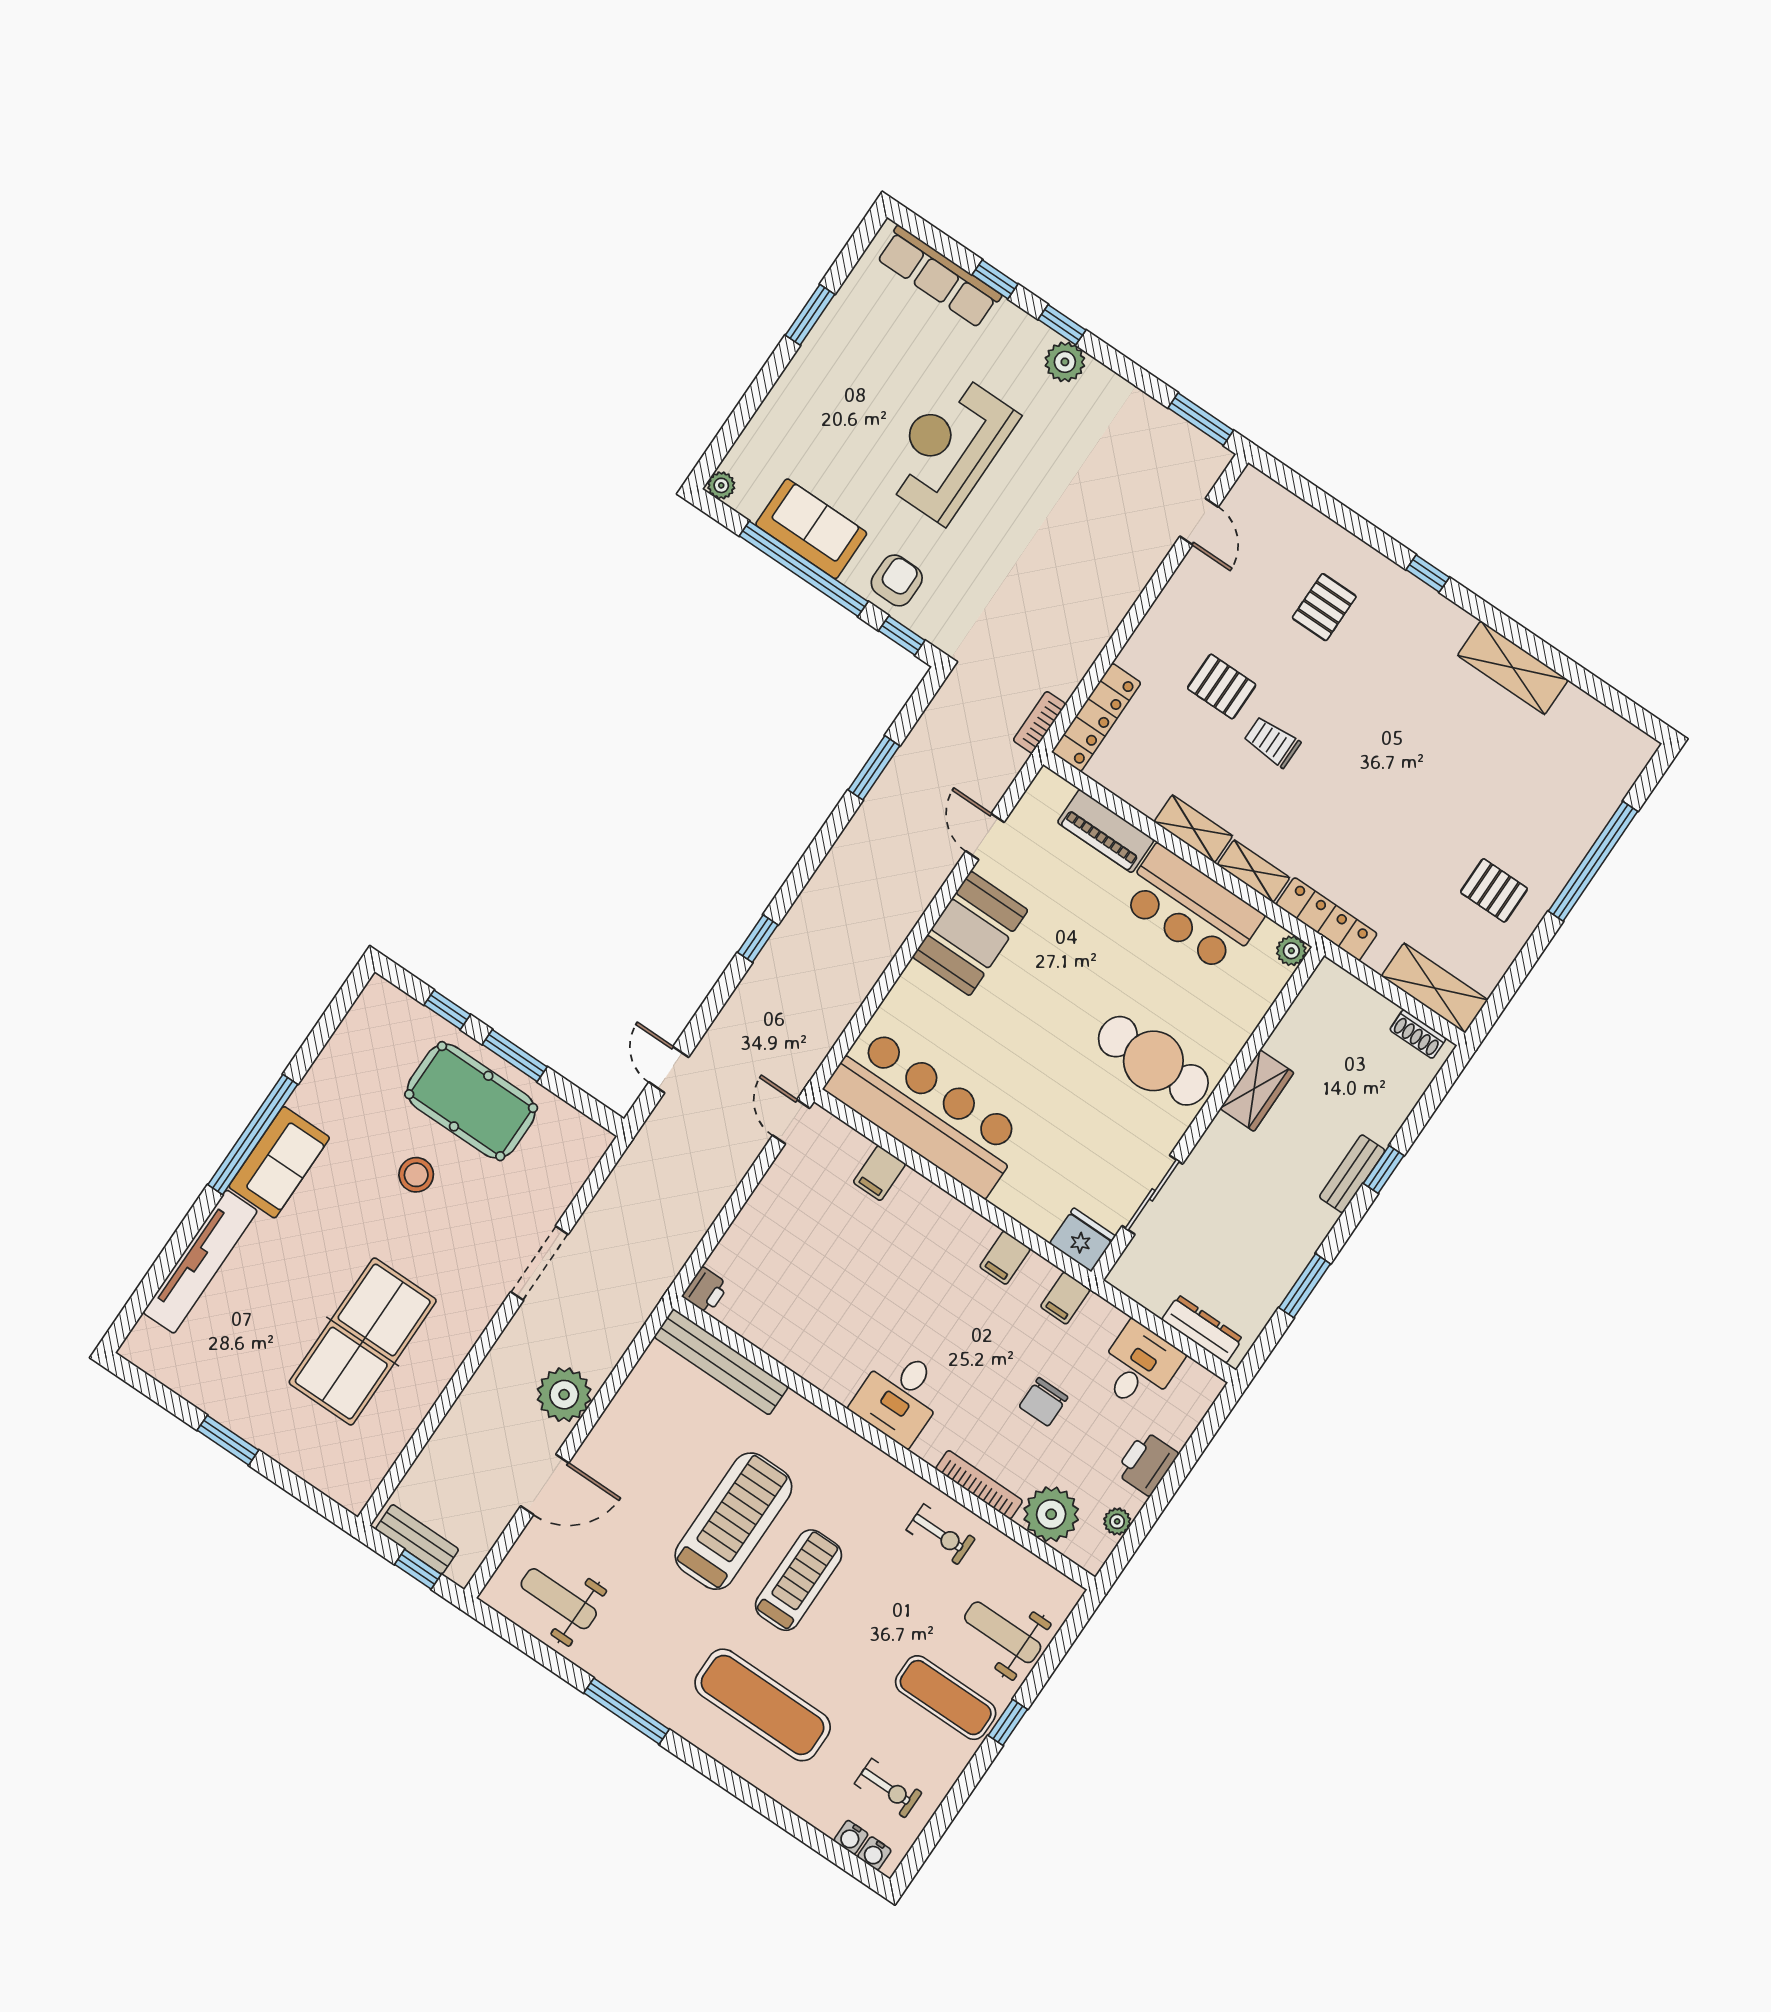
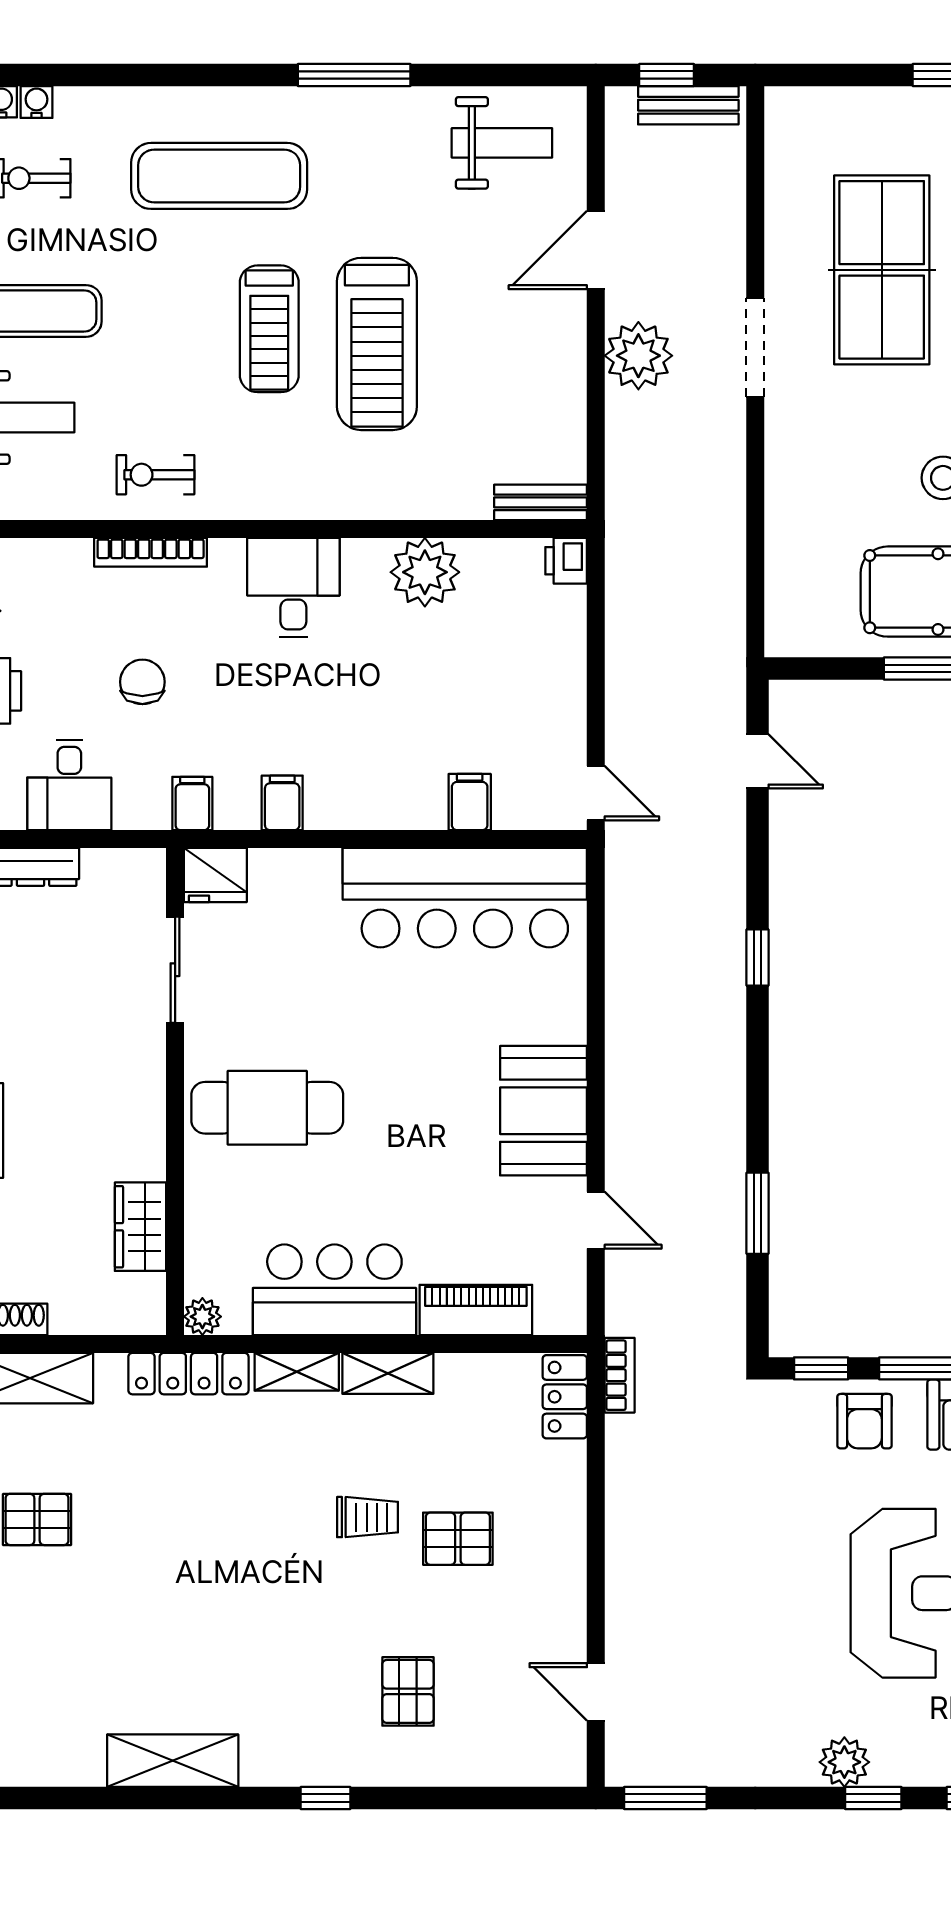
locker: (1096, 717) -> (565, 1397), width x0.66
wardrobe: (1257, 1091) -> (140, 1227), moved
doorway: (539, 1263) -> (755, 347), moved
bench: (721, 1362) -> (540, 502), width x0.54, depth x0.82
plant: (1051, 1514) -> (425, 572), moved

